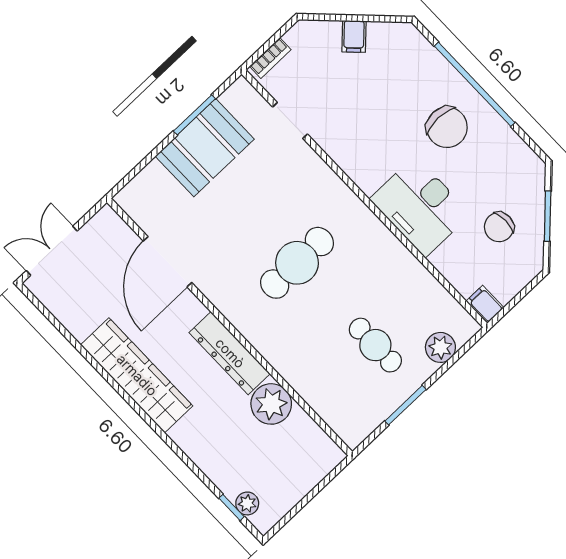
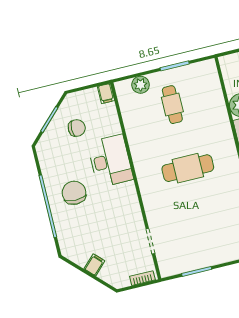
booth: (205, 148) -> (201, 252), removed

